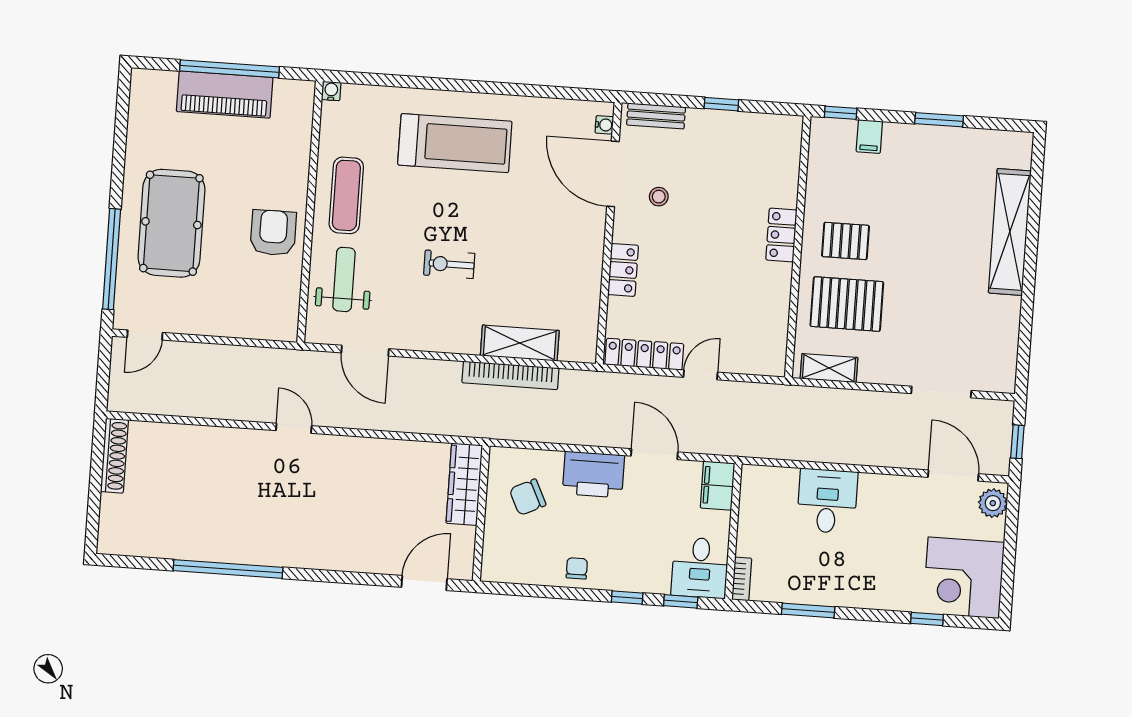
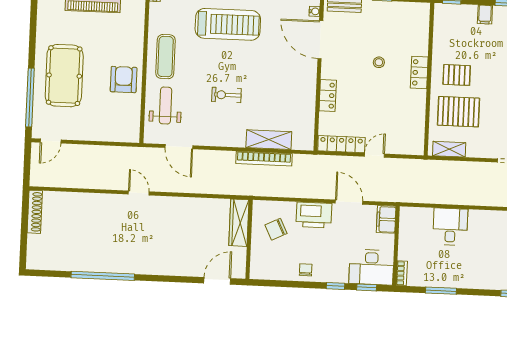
filing cabinet: (869, 136) -> (485, 15), moved
stool: (659, 197) -> (379, 62), moved
desk: (700, 568) -> (371, 267), width x1.37

